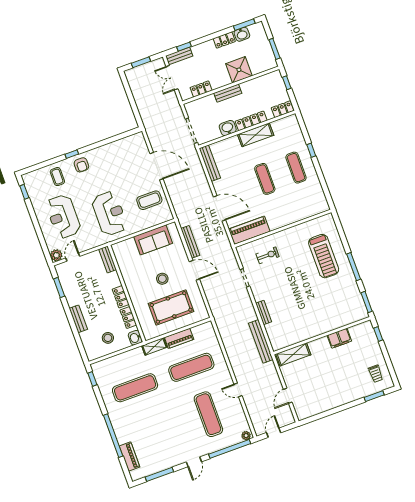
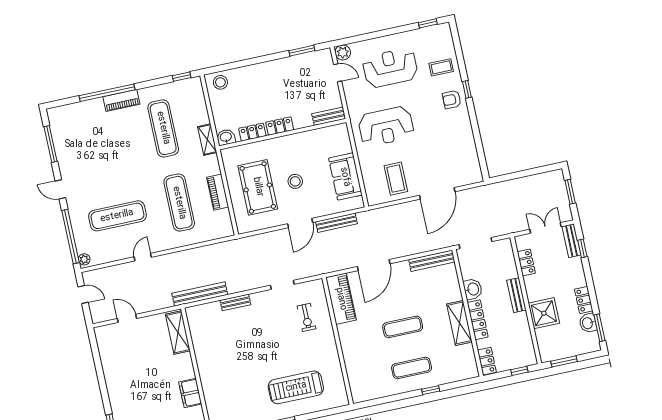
bench: (78, 319) -> (259, 69), removed
stool: (108, 338) -> (220, 82), moved
shelving: (154, 346) -> (207, 140), moved
piano: (130, 457) -> (121, 100), moved

